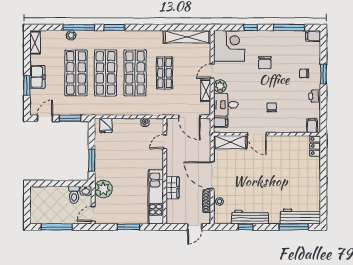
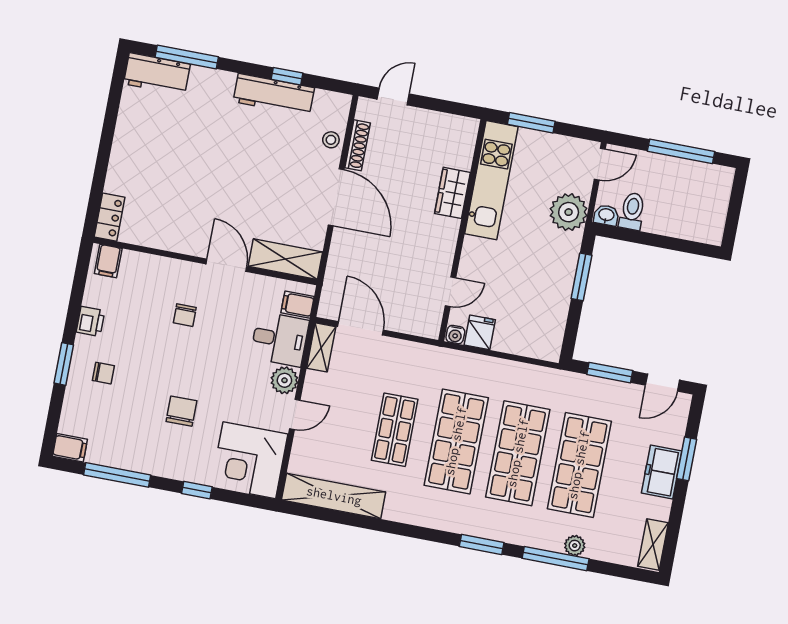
shelving: (206, 91) -> (321, 347), moved
fridge: (106, 125) -> (480, 332), moved
door: (165, 142) -> (451, 292), moved
wall: (165, 171) -> (462, 230), moved
wardrobe: (173, 188) -> (452, 193), moved
kitchen unit: (156, 197) -> (491, 180), moved
workbench: (300, 216) -> (157, 74), width x0.73

